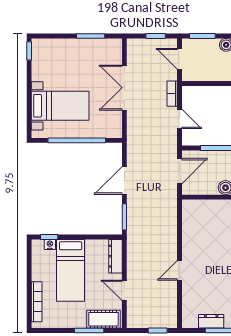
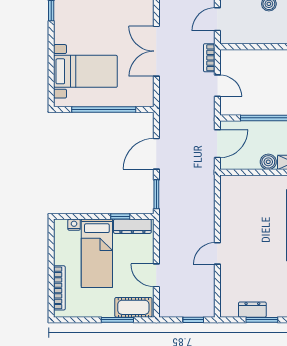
door: (180, 59) -> (217, 19), hinge flipped
window: (49, 237) -> (120, 216), moved
dresser: (115, 256) -> (132, 226), moved, turned -90

